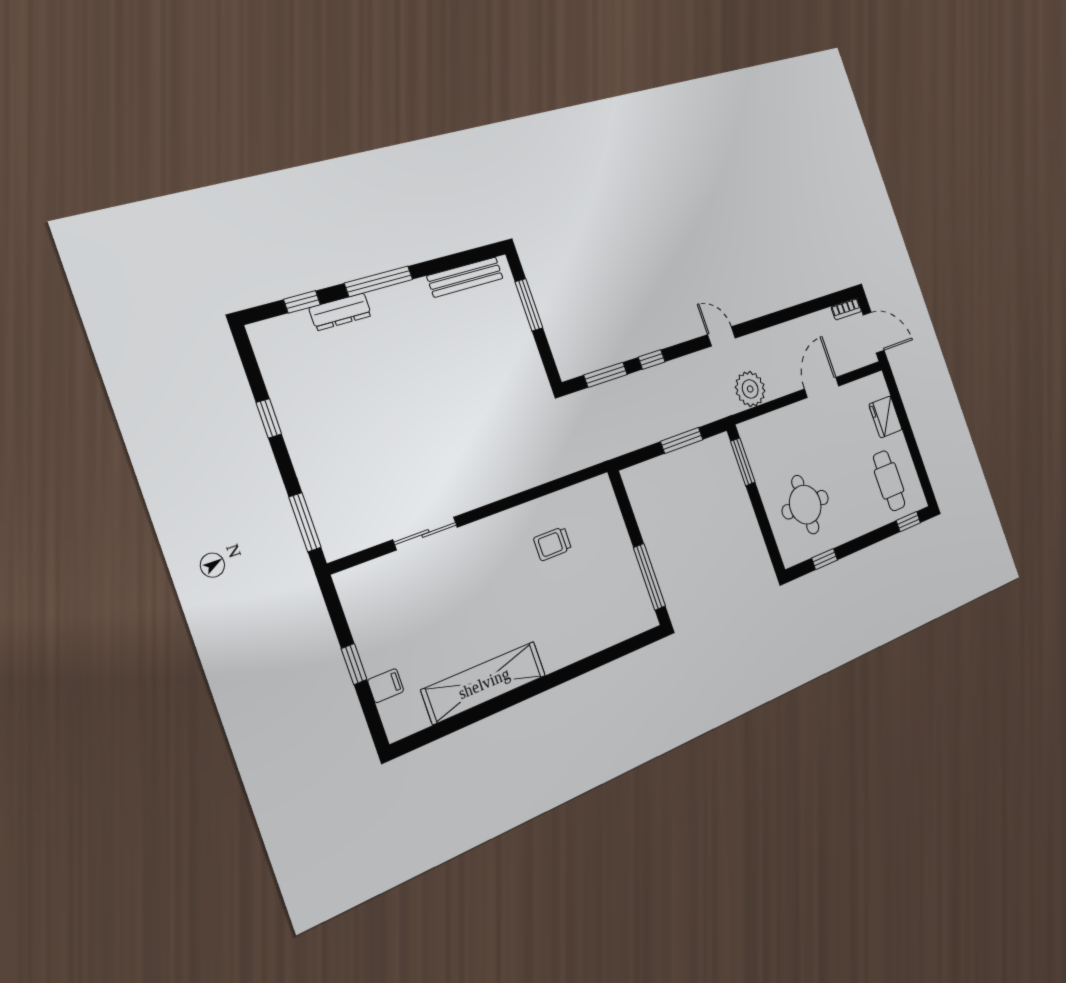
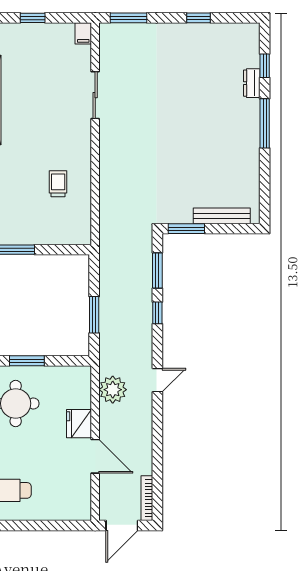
bench: (465, 277) -> (222, 216), moved, turned 90
window: (529, 305) -> (186, 229), moved
bookcase: (846, 309) -> (147, 498), width x1.56
dresser: (340, 312) -> (252, 83), width x0.70
fridge: (885, 417) -> (79, 424), moved, turned -90
window: (743, 462) -> (27, 361), moved
filing cabinet: (386, 686) -> (83, 33), moved

